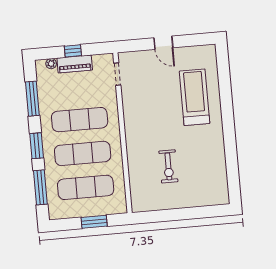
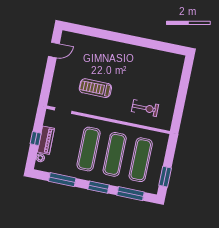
door: (163, 43) -> (54, 50), moved
treadmill: (195, 97) -> (95, 88), moved, width x0.73, depth x0.73
exercise bike: (168, 166) -> (145, 108), moved
window: (94, 222) -> (165, 177), moved

